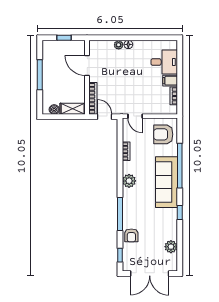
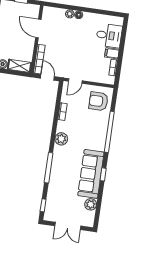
door: (135, 116) -> (75, 81), hinge flipped
sofa: (166, 182) -> (91, 174), moved
armchair: (131, 235) -> (56, 189), removed
double door: (150, 274) -> (68, 226), width x0.73

